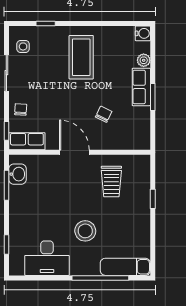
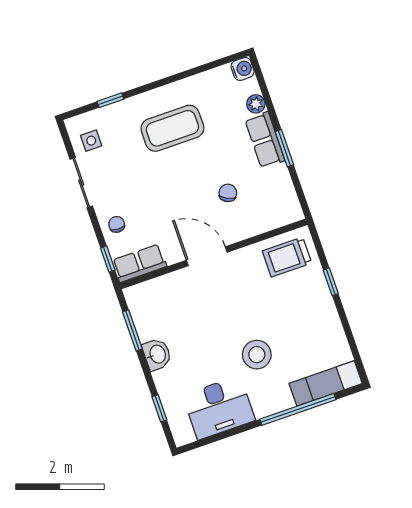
coffee table: (81, 57) -> (172, 128), turned 90
washbasin: (17, 174) -> (157, 354), moved
trolley: (111, 181) -> (287, 257), moved, turned 90

